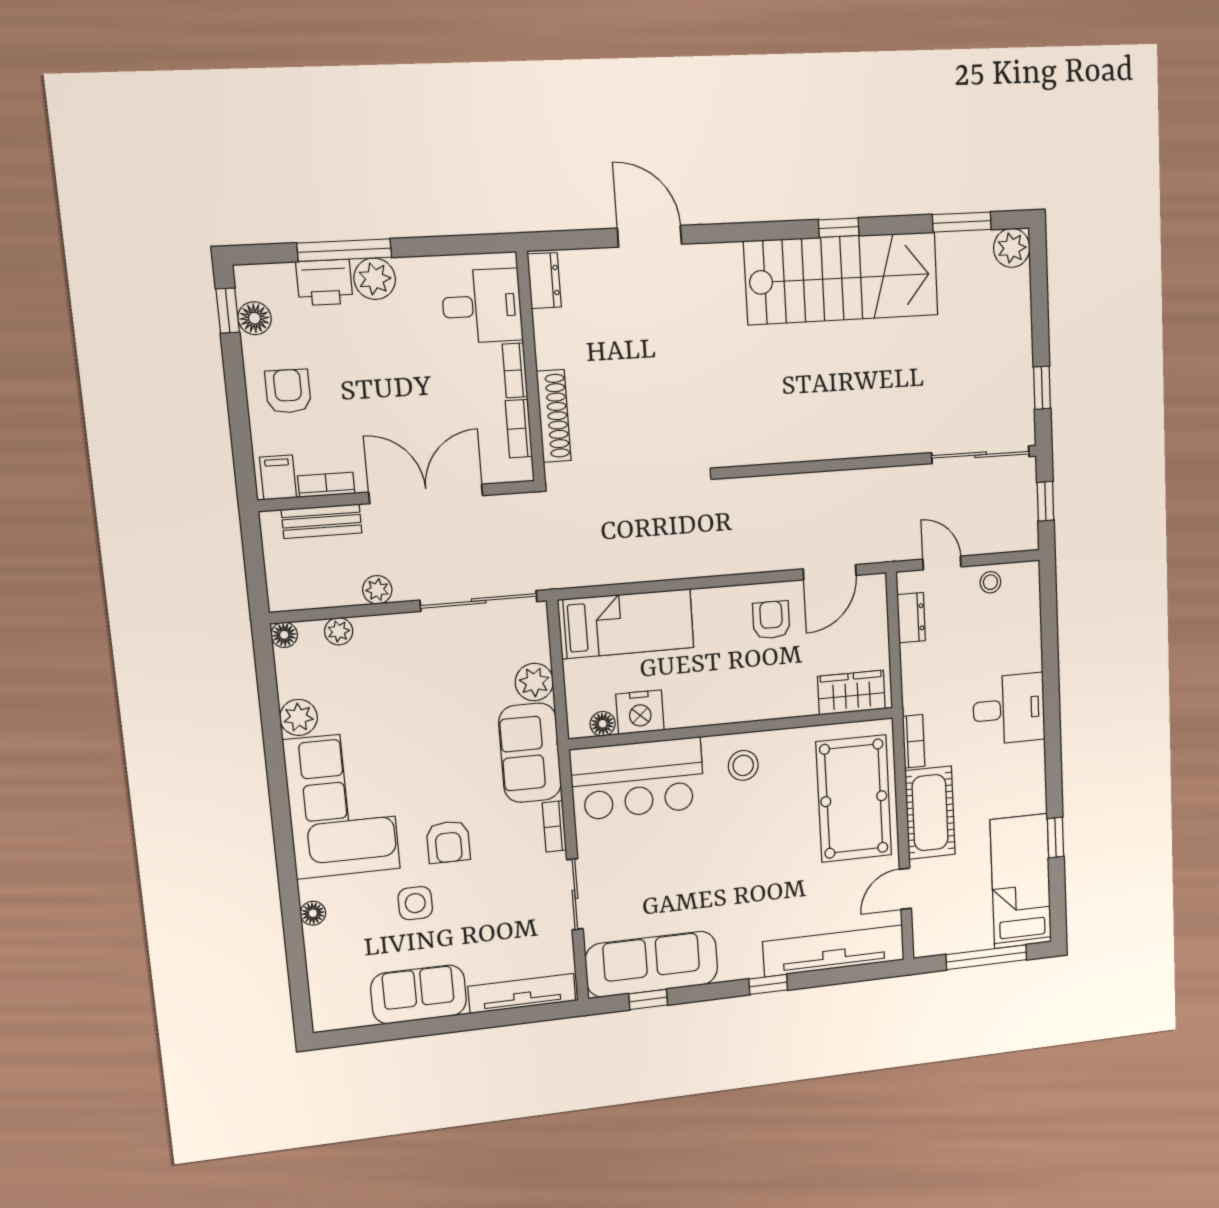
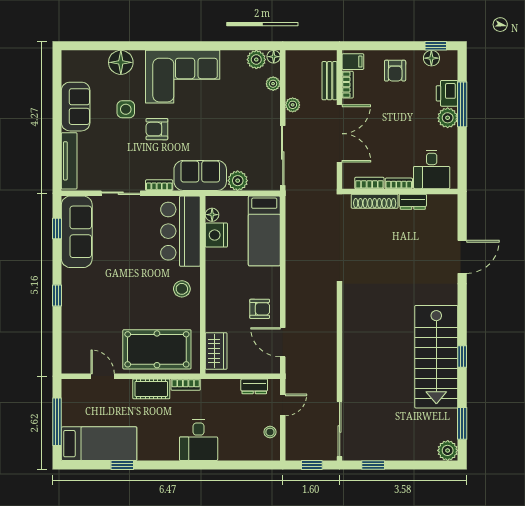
dresser: (544, 281) -> (413, 202), moved
armchair: (288, 391) -> (395, 71), turned 90
plant: (299, 717) -> (256, 60), moved
cot: (930, 813) -> (151, 389), width x0.73, depth x0.75
floor lamp: (313, 913) -> (121, 62), width x1.89, depth x1.89
tv unit: (834, 951) -> (72, 334), removed

